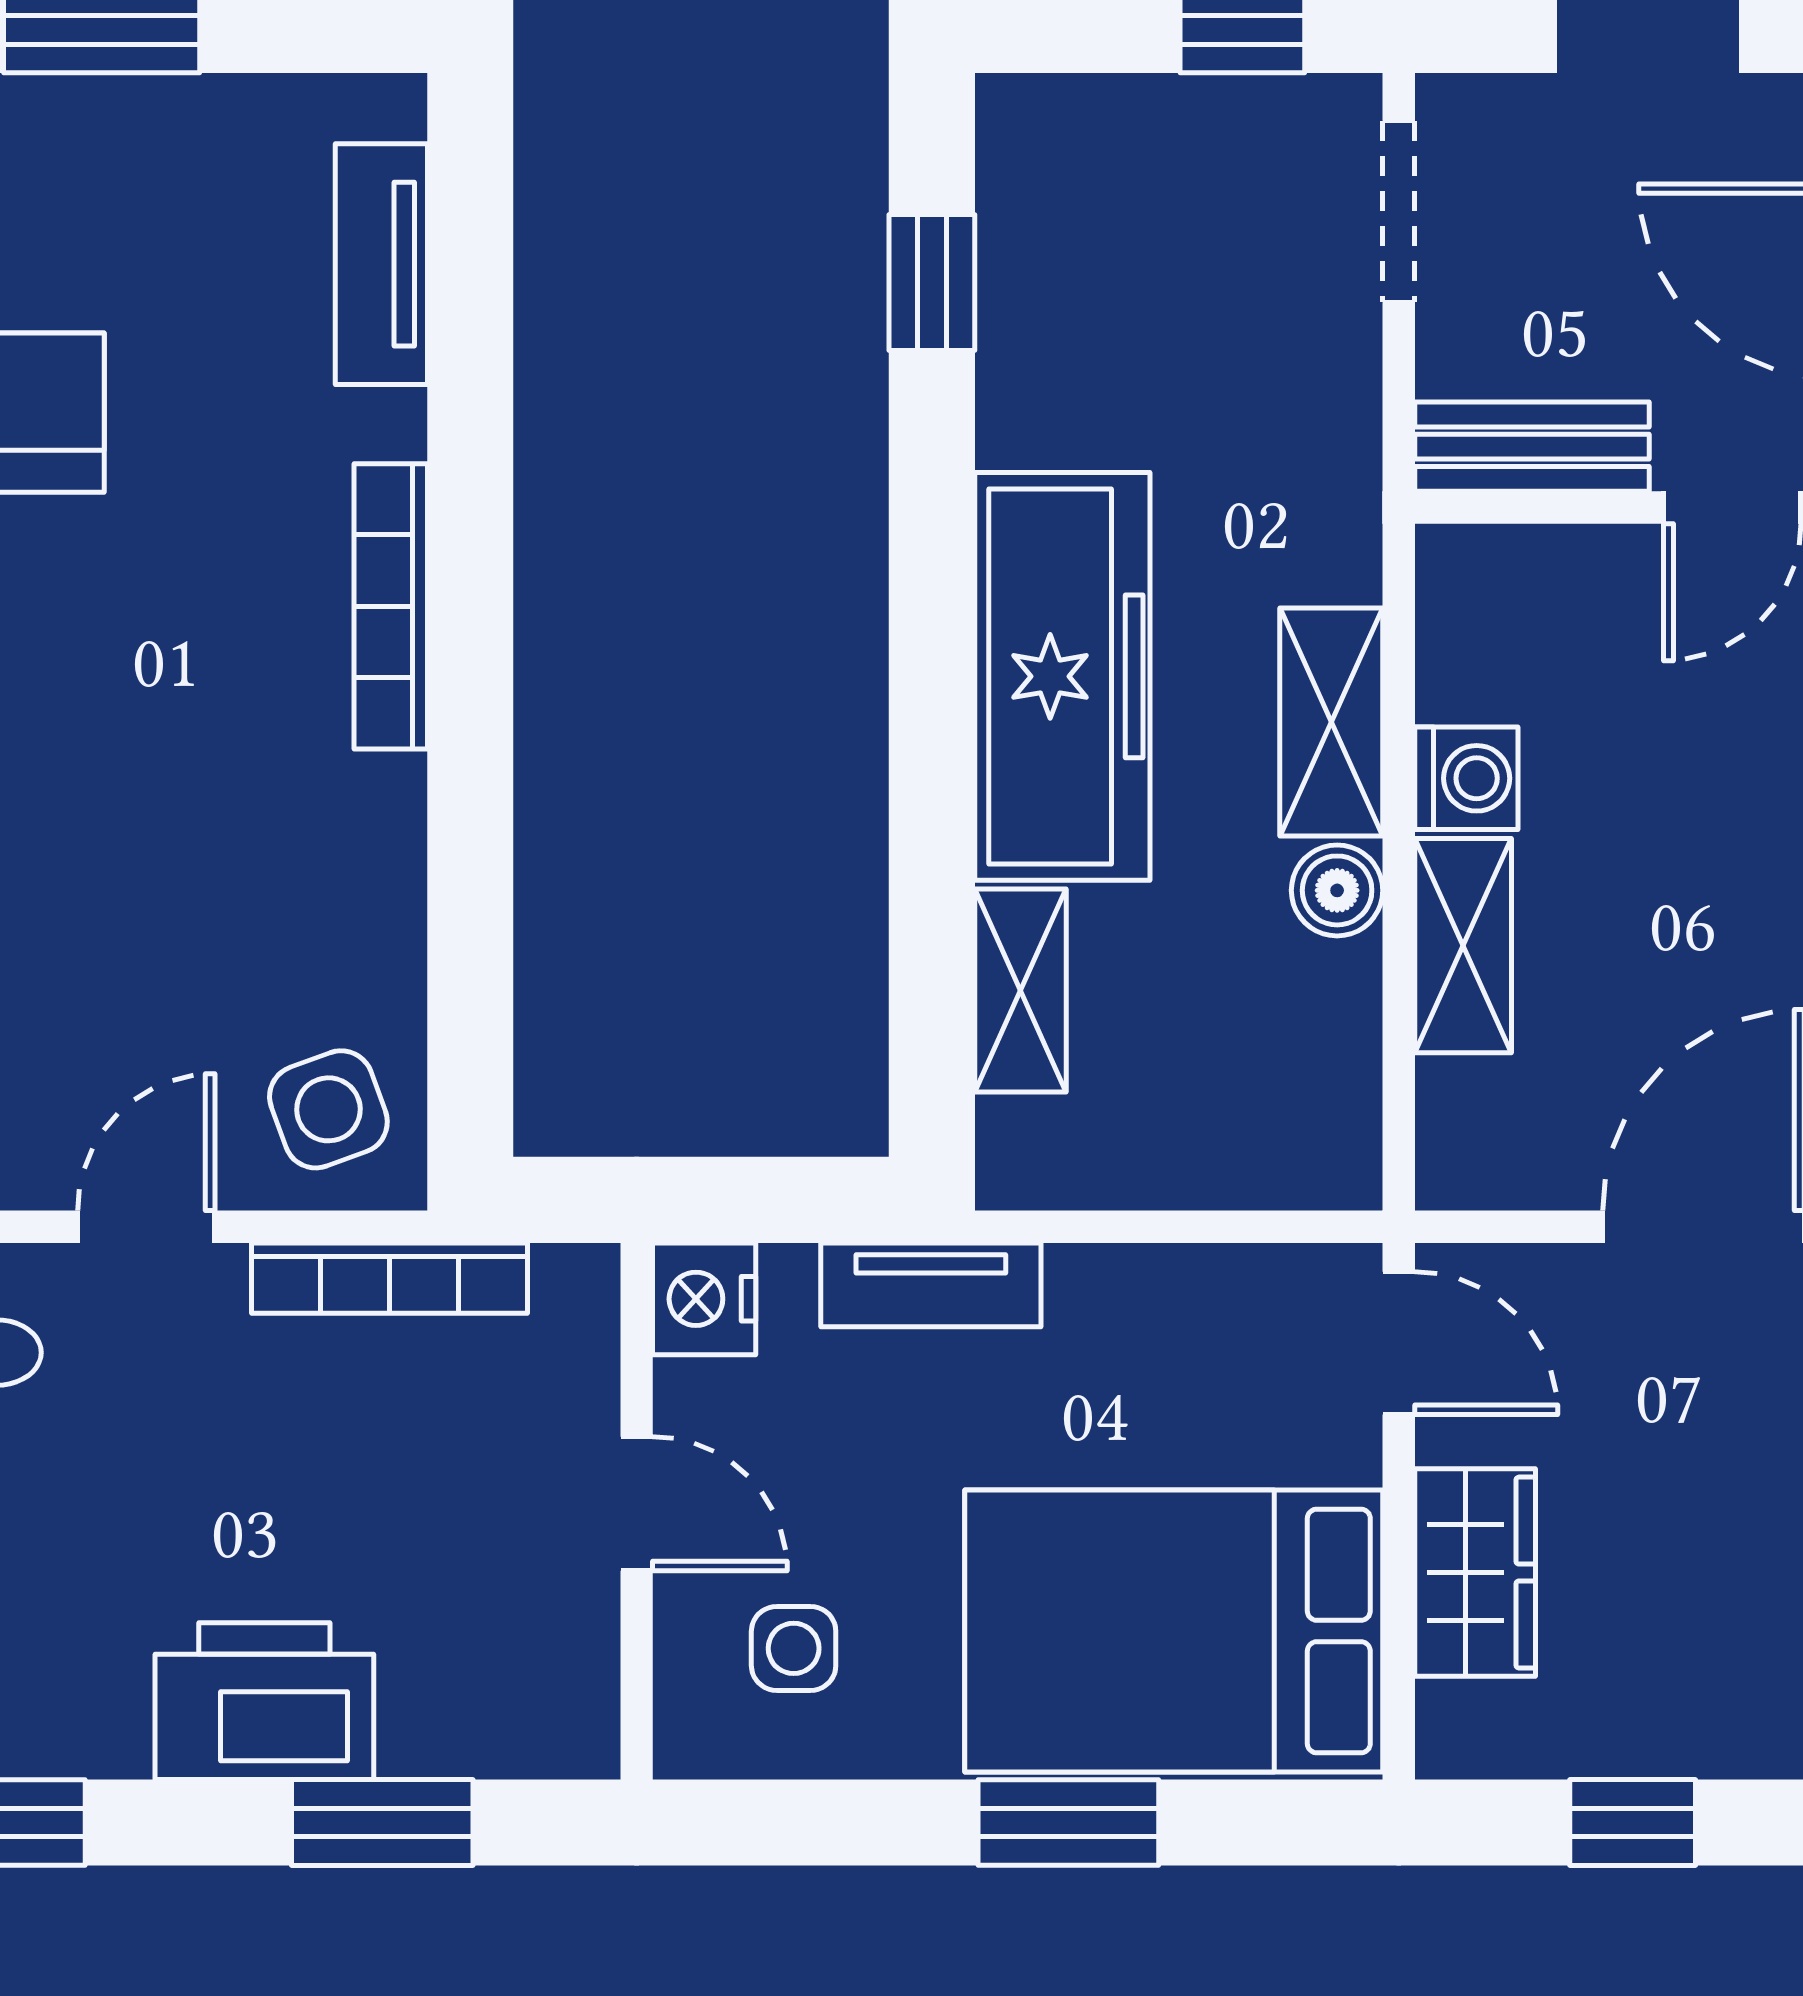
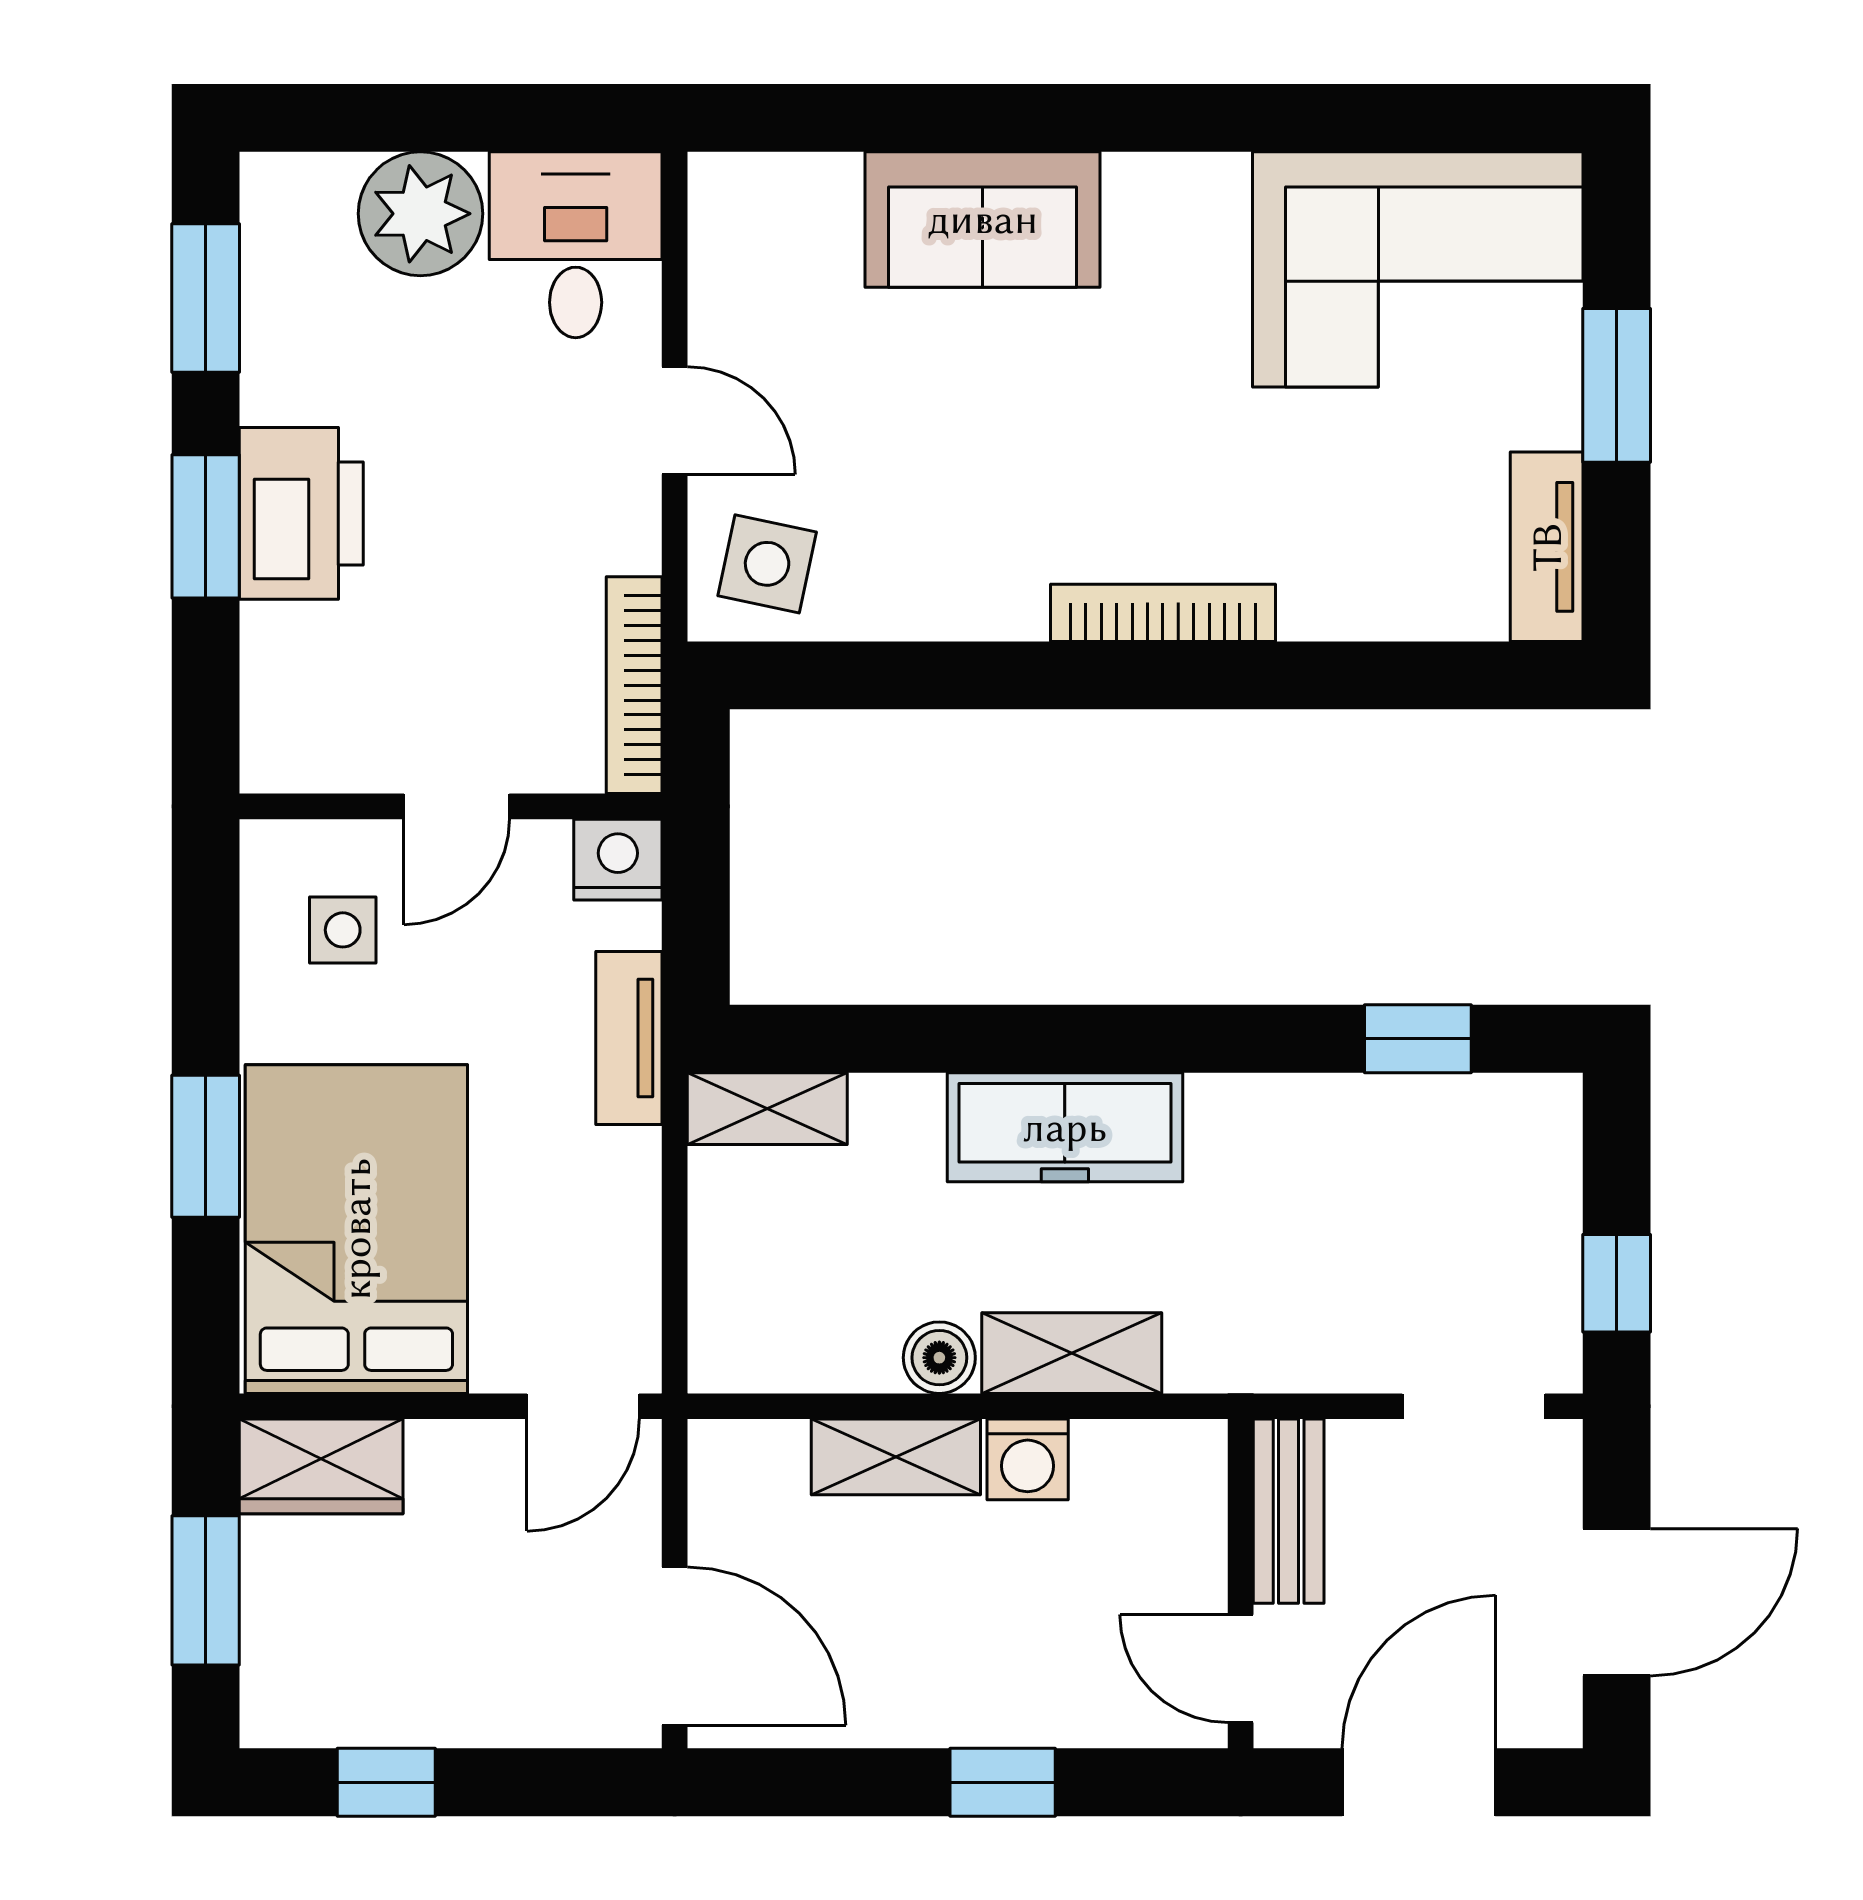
tv unit: (381, 264) -> (1547, 547), moved, turned -90
freezer: (1062, 676) -> (1065, 1127), width x0.73, depth x0.79
shelving: (1020, 991) -> (767, 1109), moved
side table: (328, 1109) -> (767, 564), turned 32
bookcase: (390, 1278) -> (634, 685), moved
wardrobe: (1475, 1573) -> (321, 1466), moved
window: (382, 1823) -> (206, 526), moved
window: (1633, 1823) -> (206, 1590), width x1.50

